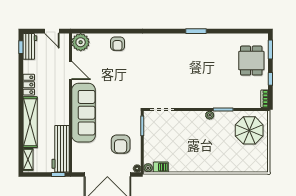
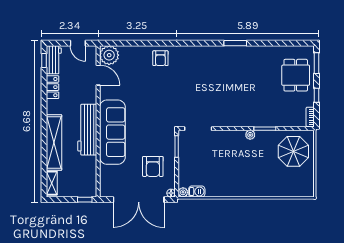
armchair: (117, 44) -> (160, 58), moved
door: (70, 70) -> (98, 75), moved
locker: (29, 85) -> (53, 87), moved
workbench: (61, 149) -> (87, 130), moved

